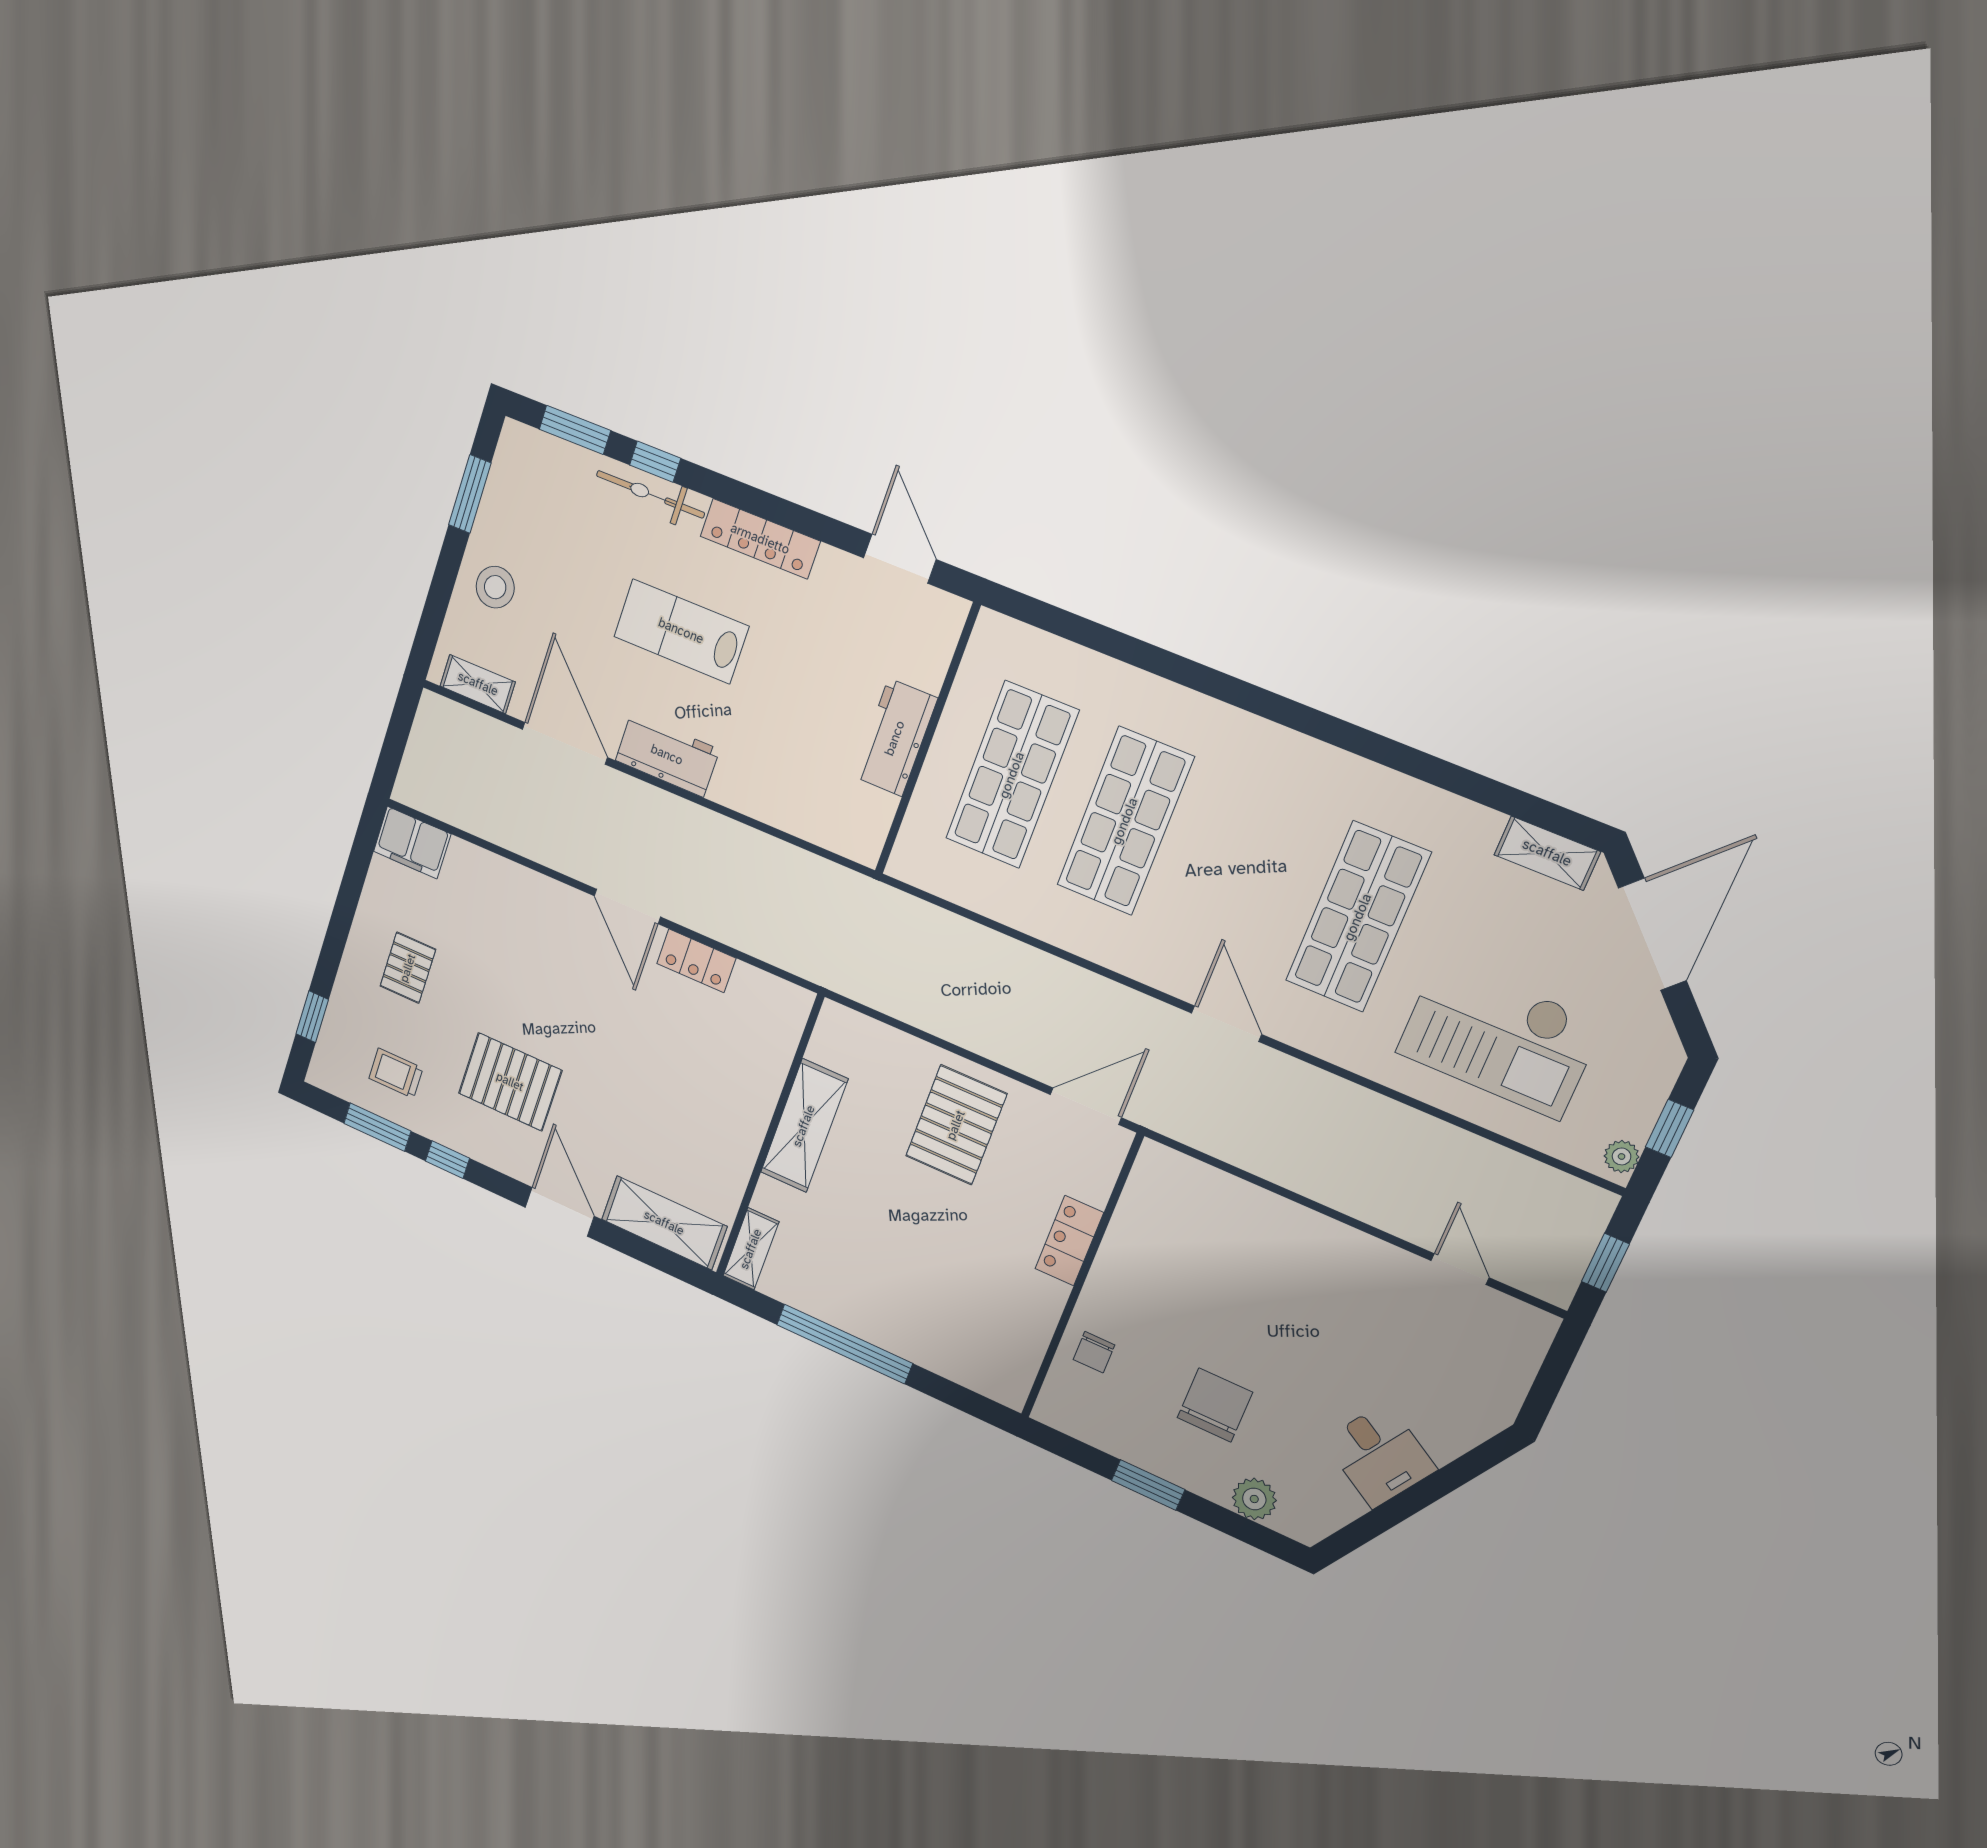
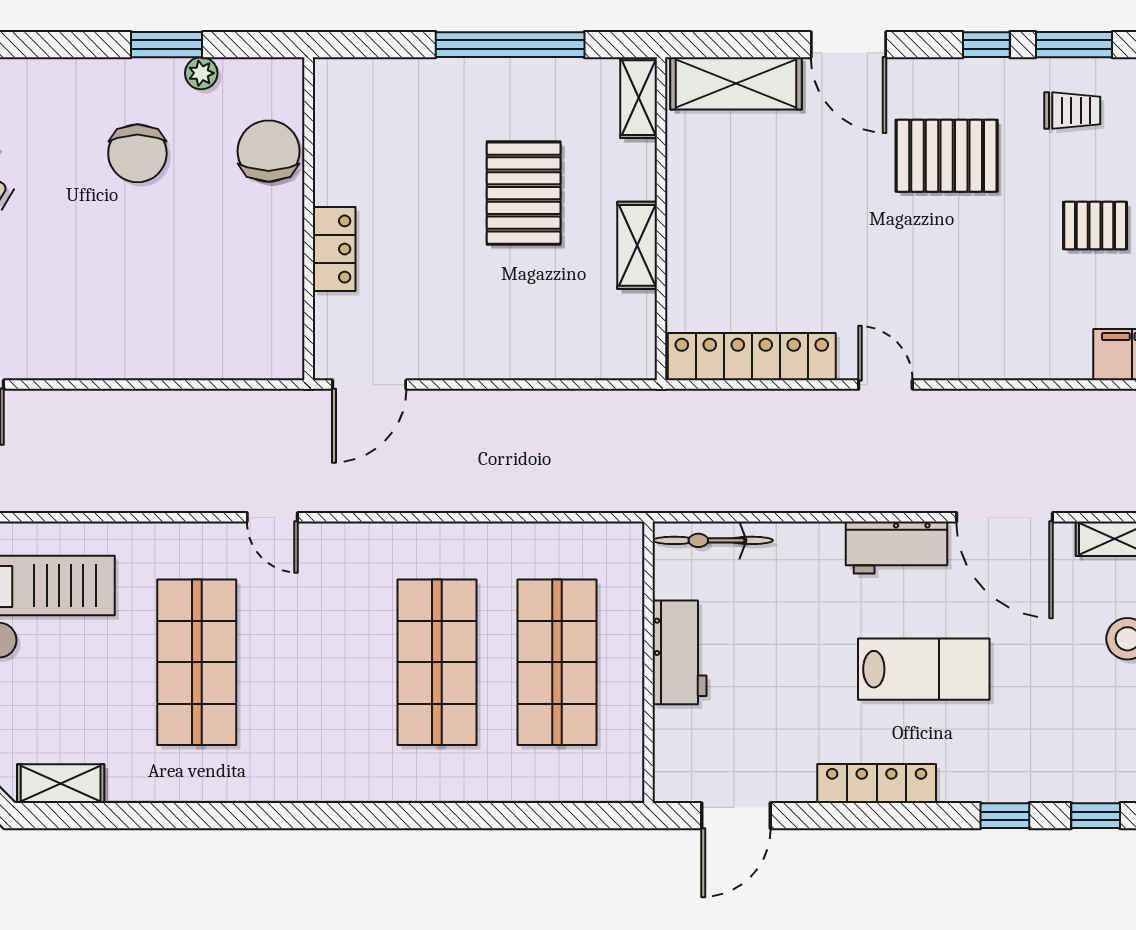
window: (575, 430) -> (1096, 816), width x0.67
bicycle: (650, 494) -> (713, 540), moved, turned 180
door: (900, 559) -> (736, 816), hinge flipped
door: (627, 906) -> (885, 385), width x0.73
locker: (696, 961) -> (752, 357), width x2.16, depth x1.21
pallet: (408, 968) -> (1095, 226), turned 90
door: (1227, 1024) -> (272, 517), width x0.73
pallet: (956, 1125) -> (524, 193), moved
shelving: (804, 1126) -> (637, 245), width x0.67, depth x0.75
chair: (1094, 1352) -> (269, 151), width x1.87, depth x1.87
plant: (1254, 1499) -> (201, 73), moved, width x0.73, depth x0.73

